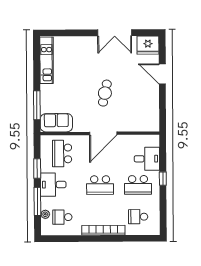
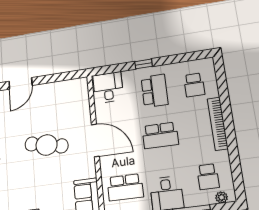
cafe table: (105, 93) -> (47, 145), width x1.37, depth x1.35
desk: (147, 159) -> (108, 87), moved
school desk: (100, 185) -> (160, 135), turned 90
plant: (45, 214) -> (222, 197), moved

